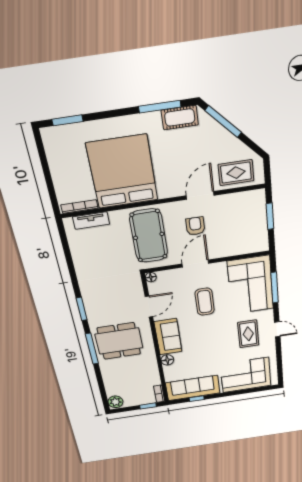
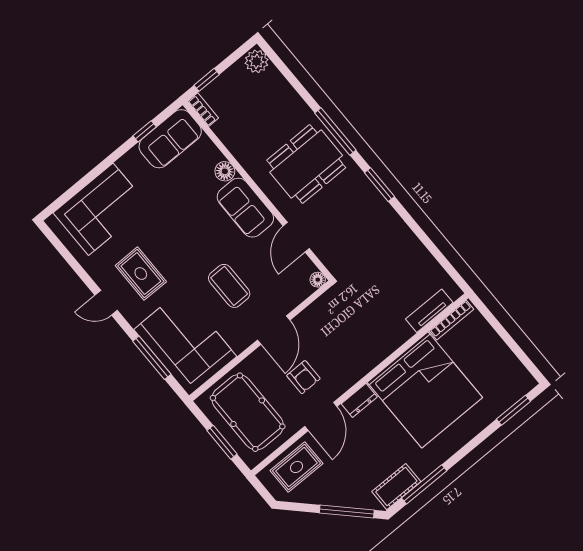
dresser: (170, 191) -> (359, 400), added
pool table: (149, 236) -> (248, 412), moved
sofa: (193, 388) -> (170, 139), width x0.73

